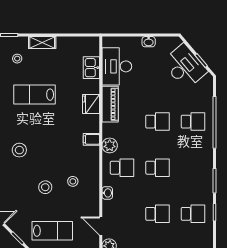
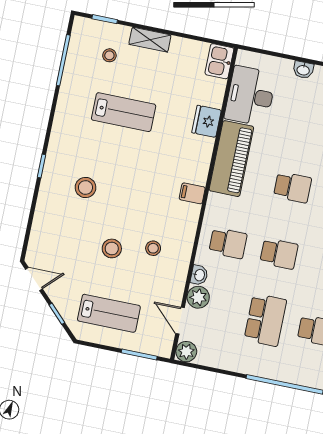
kitchen sink: (91, 68) -> (219, 61), moved
lab bench: (34, 95) -> (124, 112), turned 180
fridge: (91, 104) -> (206, 121), moved
piano: (110, 104) -> (231, 159), width x1.37, depth x1.33
plant: (110, 145) -> (198, 297), moved
school desk: (158, 214) -> (265, 320), width x1.85

